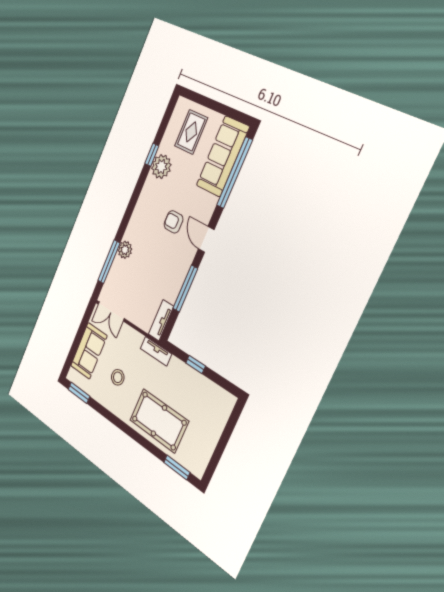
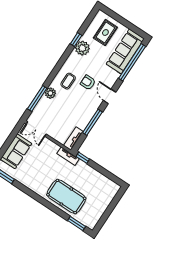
coffee table: (146, 225) -> (68, 81), added
window: (196, 364) -> (83, 158), moved
stool: (118, 377) -> (38, 169), removed

